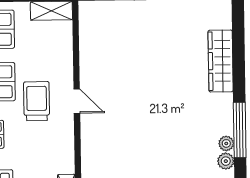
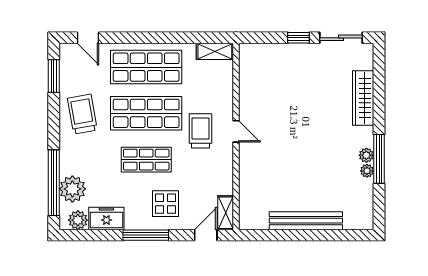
plant: (226, 161) -> (366, 155), moved

